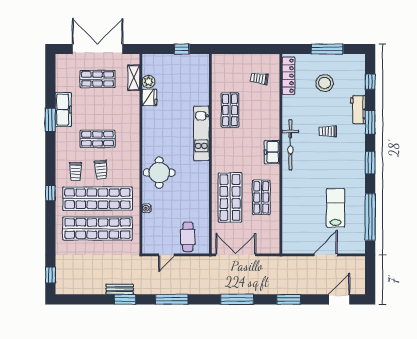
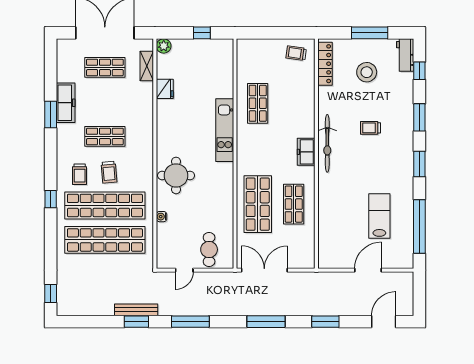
trolley: (259, 79) -> (296, 53), moved
plant: (148, 82) -> (164, 46), moved
workbench: (358, 110) -> (405, 55), moved
bench: (120, 289) -> (136, 310), width x1.36

